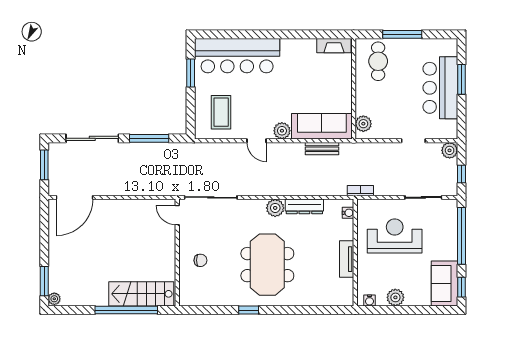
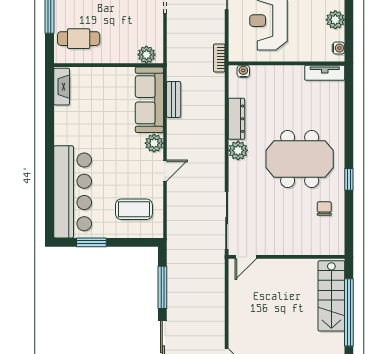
tv unit: (347, 259) -> (325, 73), moved
chair: (200, 260) -> (324, 209), moved

